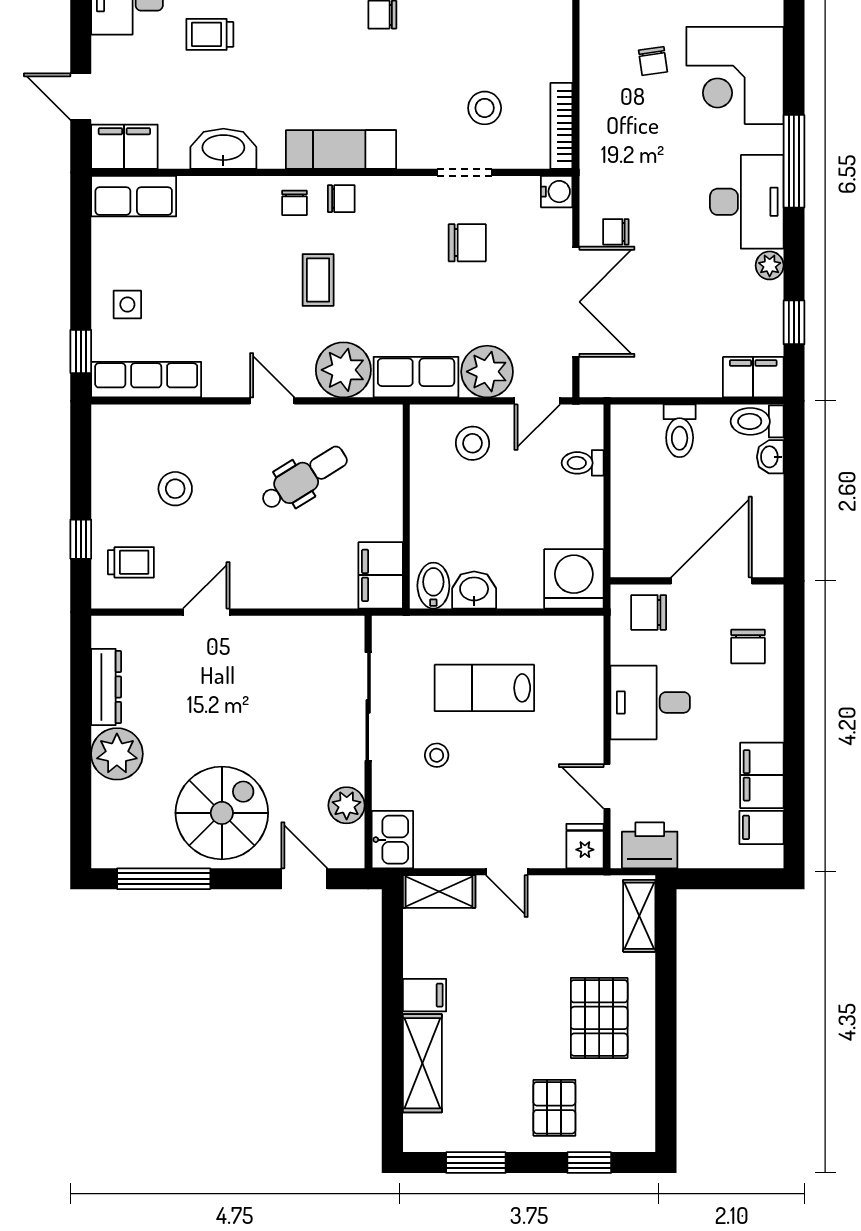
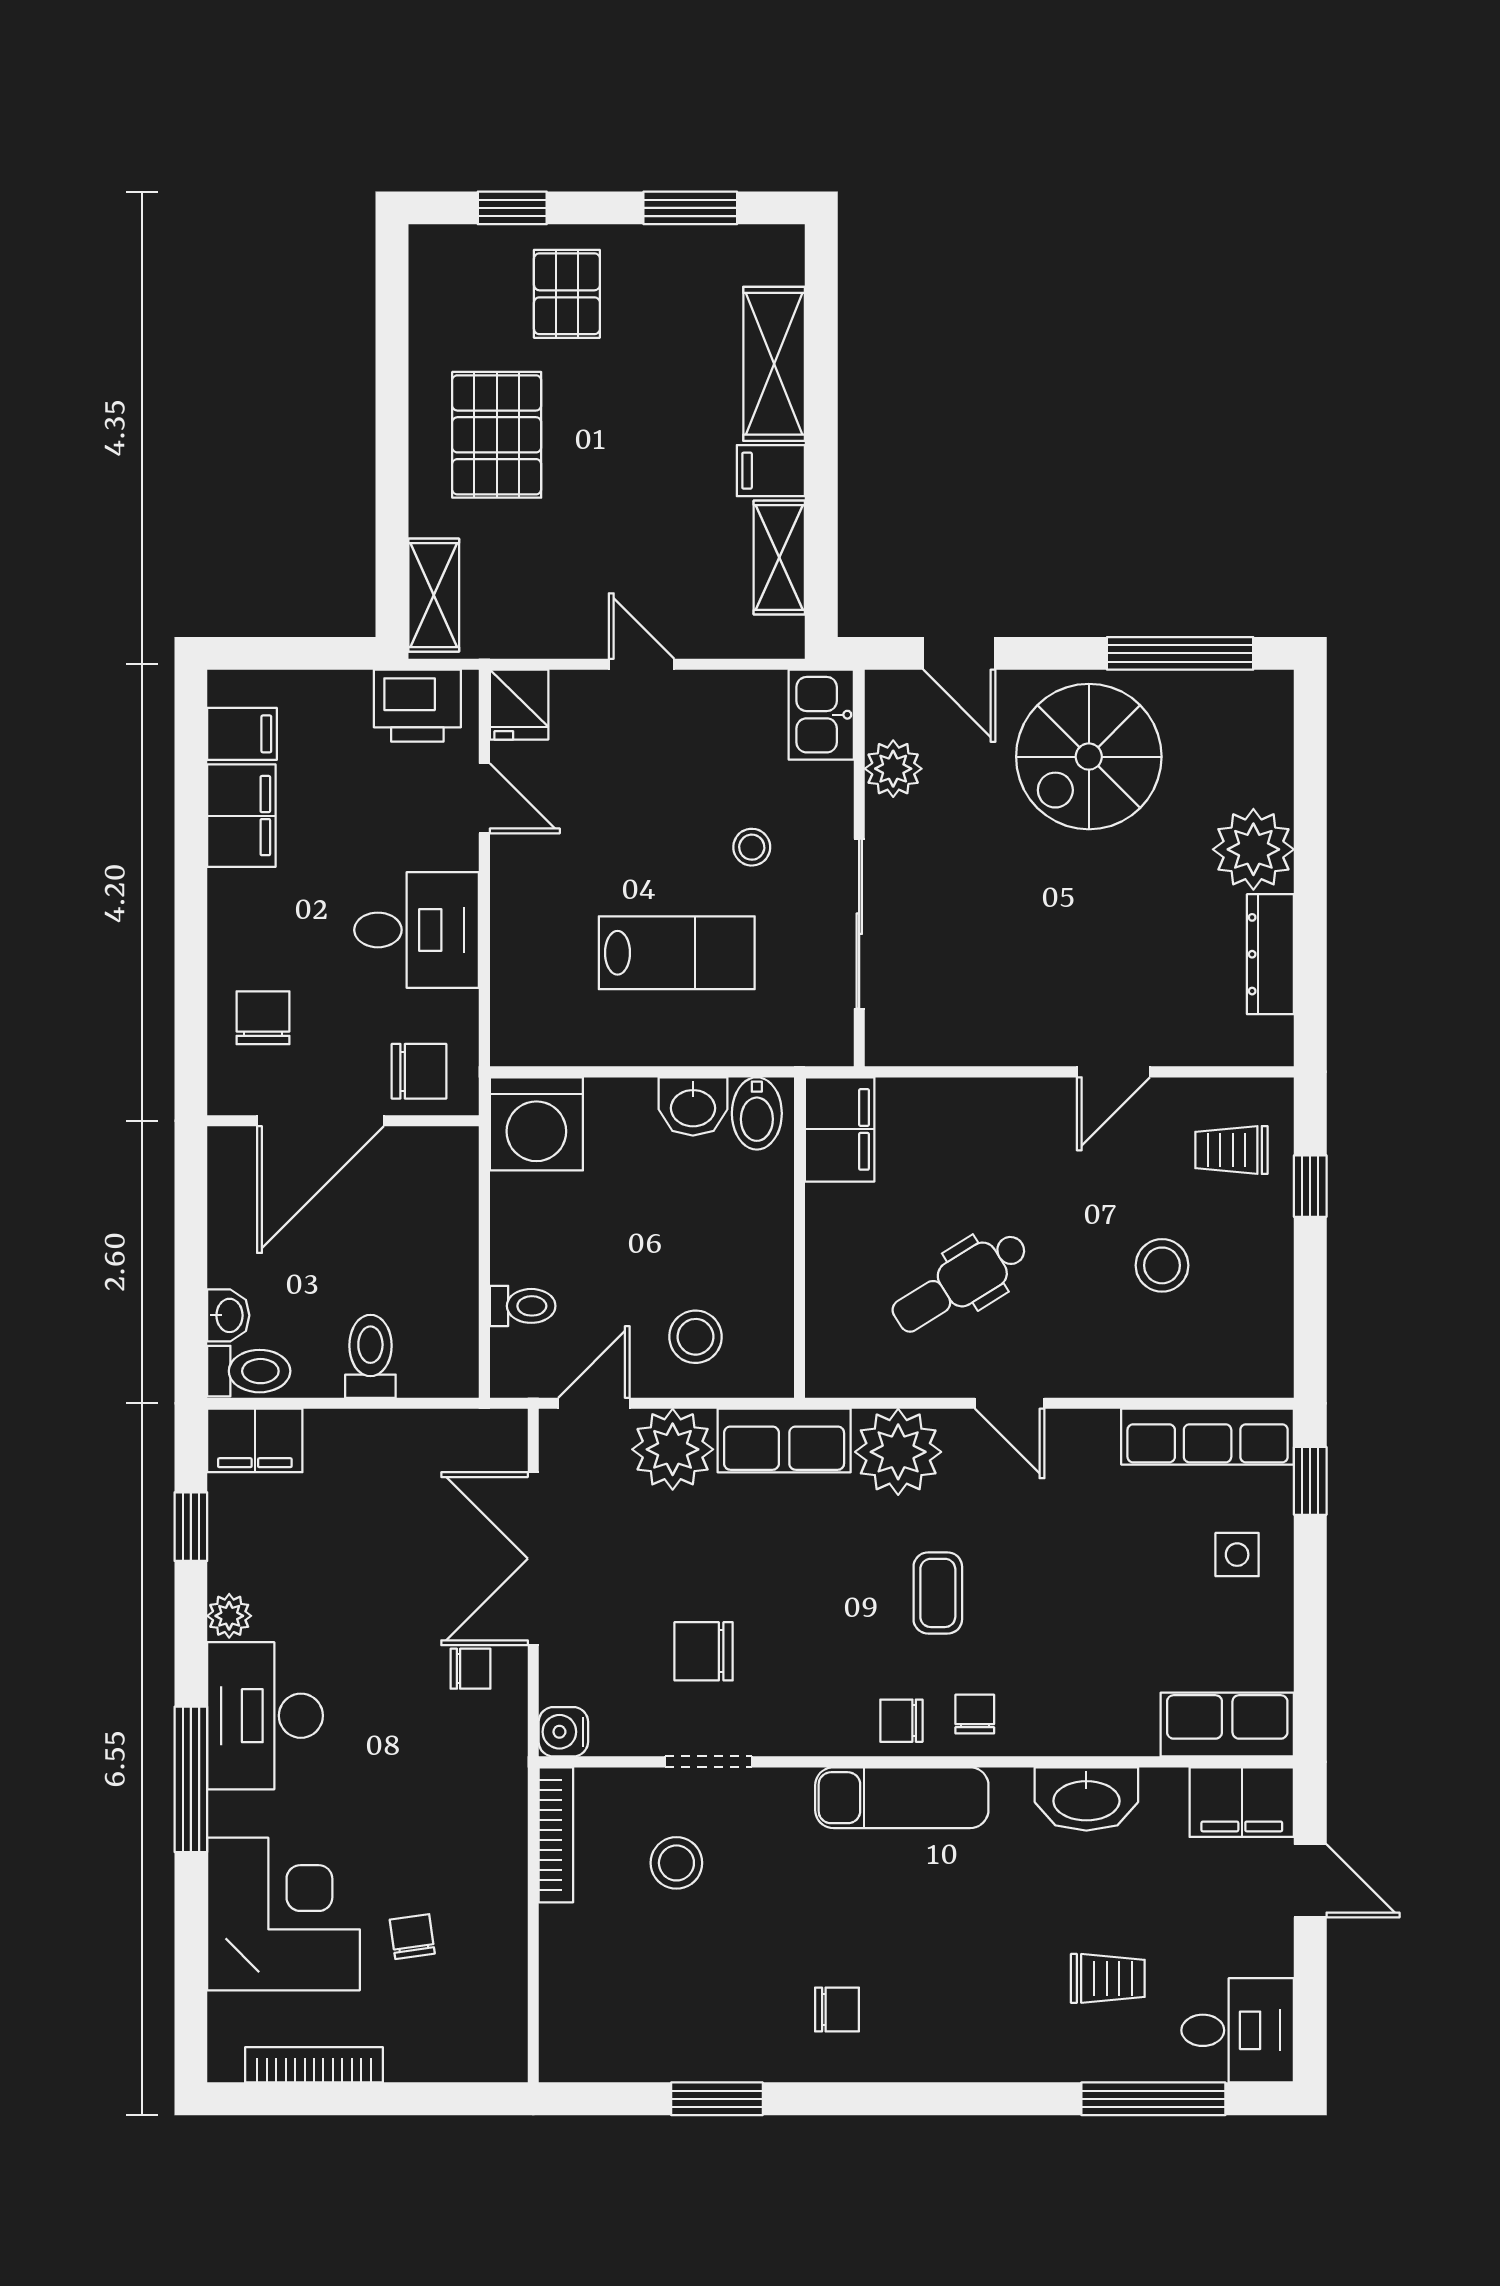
shelving: (439, 892) -> (779, 557), moved, turned 90

